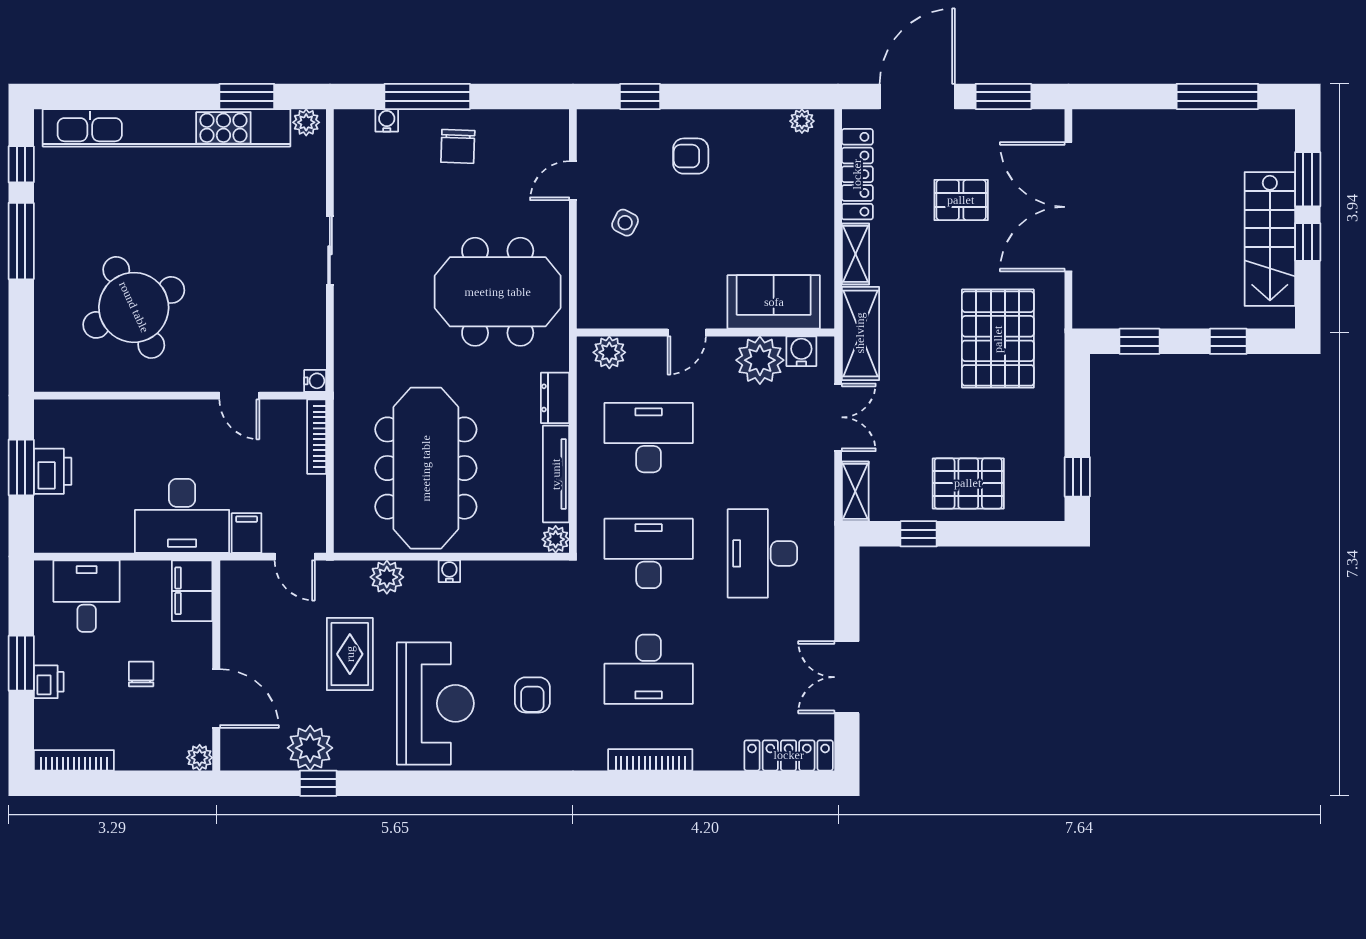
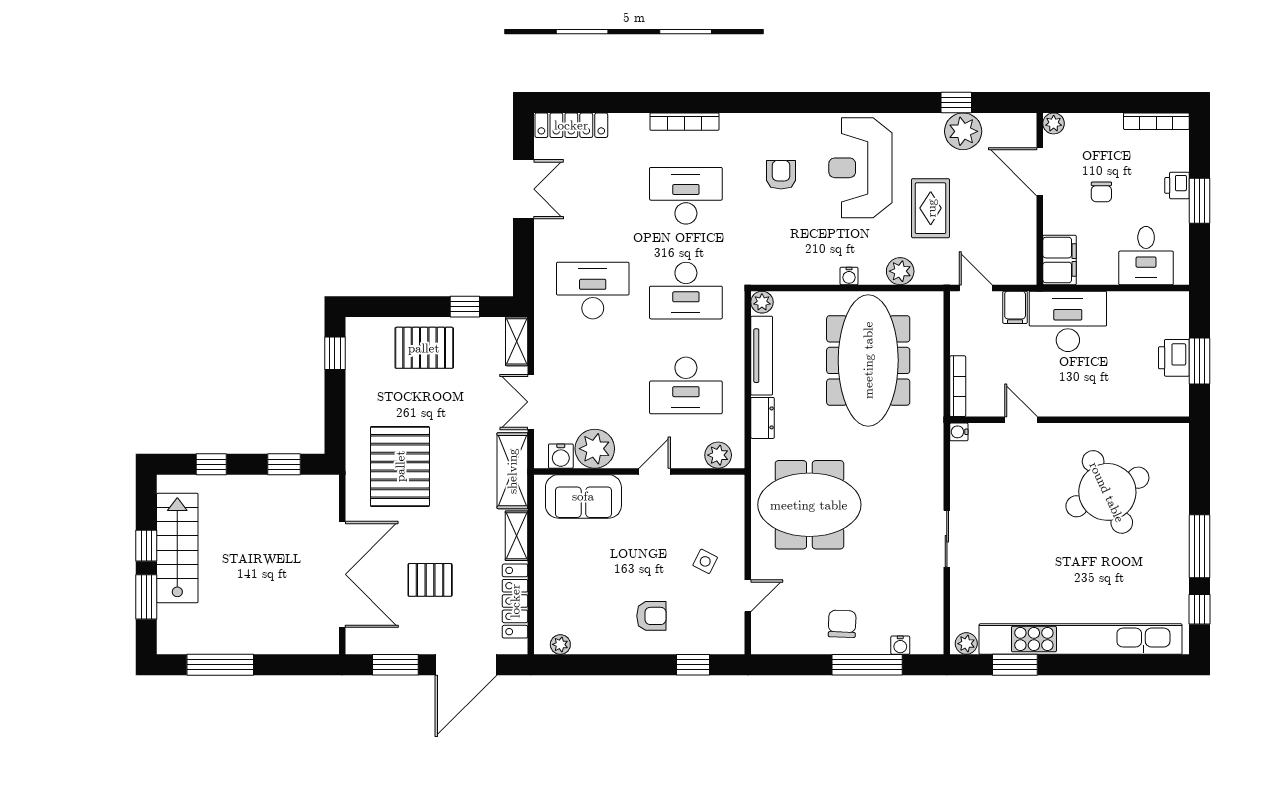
desk: (762, 553) -> (593, 291), turned -90

